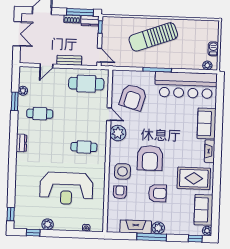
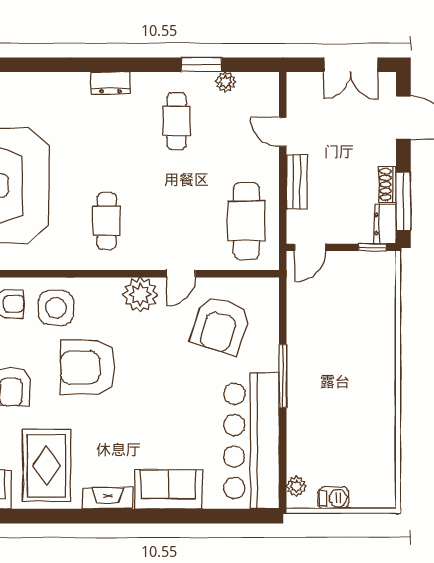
sun lounger: (153, 37) -> (355, 365), removed
armchair: (133, 97) -> (220, 325), turned -88

